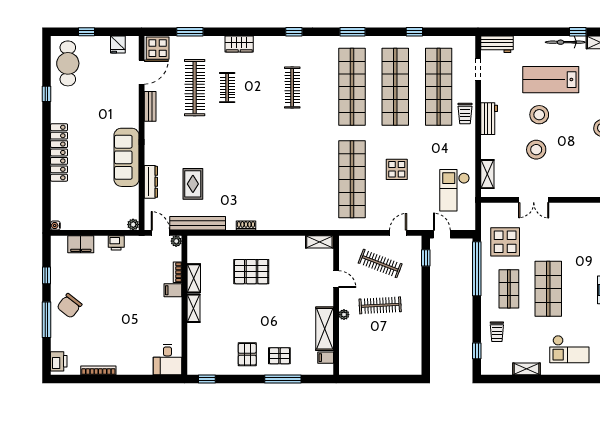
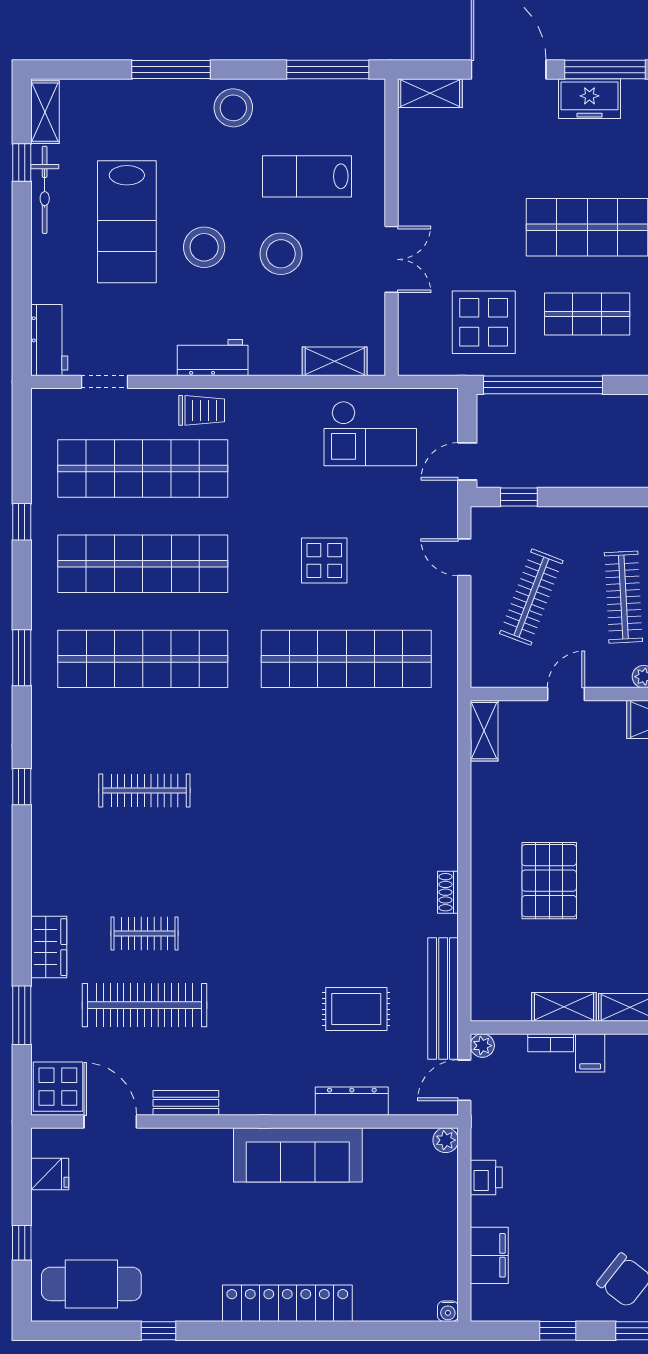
wardrobe: (239, 44) -> (49, 947), moved
lab bench: (571, 161) -> (307, 176), added

